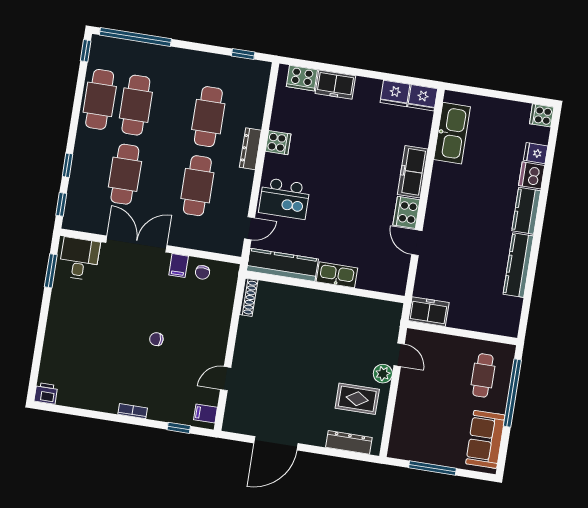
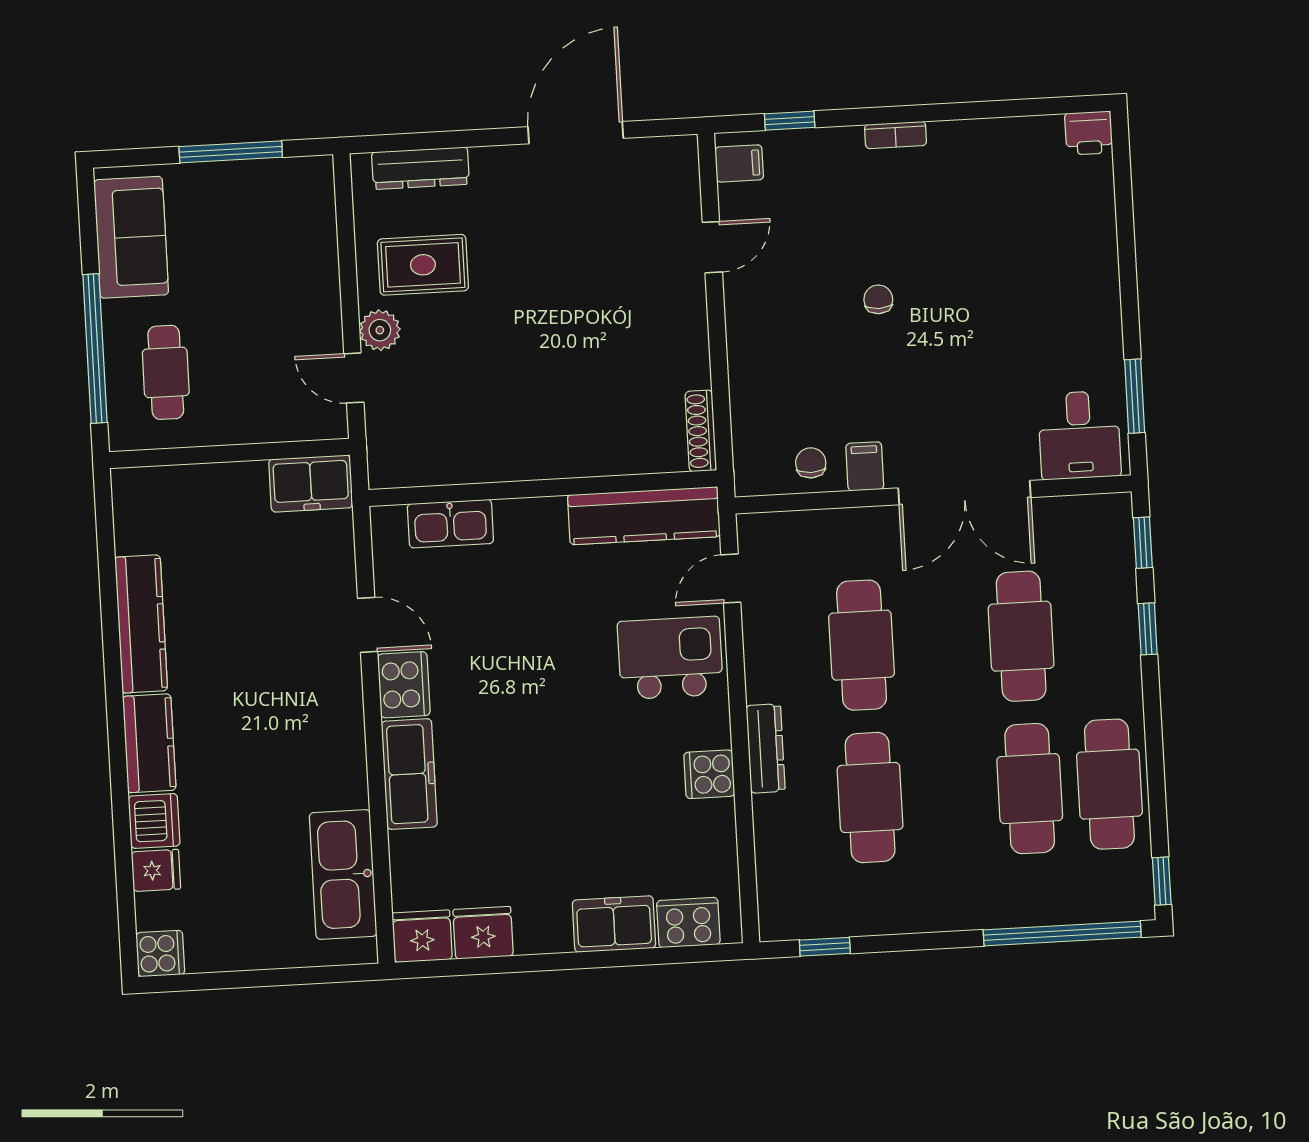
kitchen sink: (337, 275) -> (450, 524), moved
chair: (156, 339) -> (878, 299), turned -90

